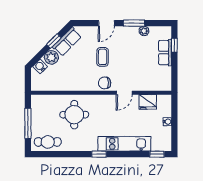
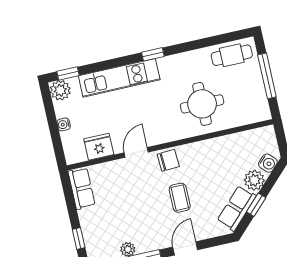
row of seats: (165, 53) -> (82, 188), moved
plant: (165, 144) -> (60, 90), added

